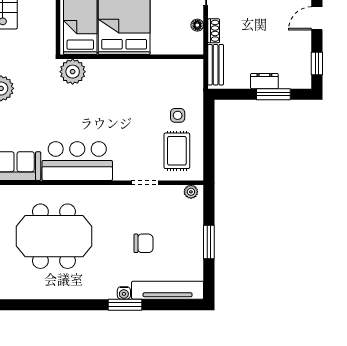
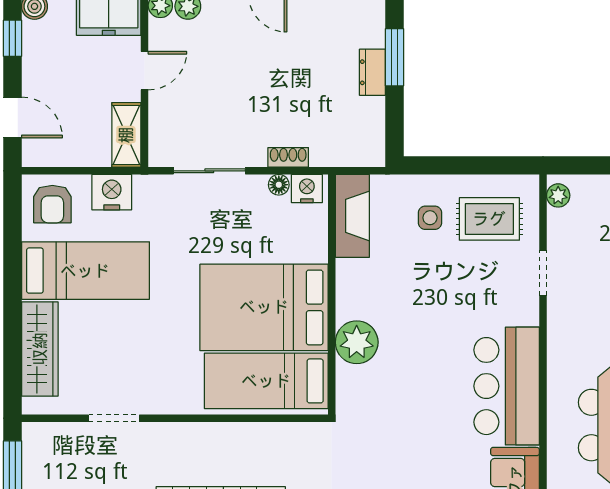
nightstand: (195, 42) -> (307, 189), added
bench: (216, 65) -> (345, 154), removed
fireplace: (179, 69) -> (352, 216), added
plant: (73, 72) -> (357, 342), moved

